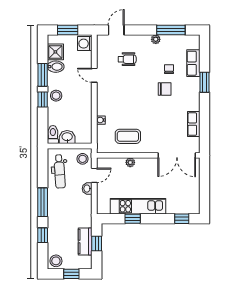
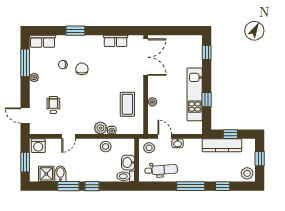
row of seats: (193, 63) -> (43, 41), moved
stool: (56, 96) -> (106, 147), moved
plant: (103, 108) -> (100, 128), added
kitchen counter: (85, 242) -> (222, 145), width x1.50

